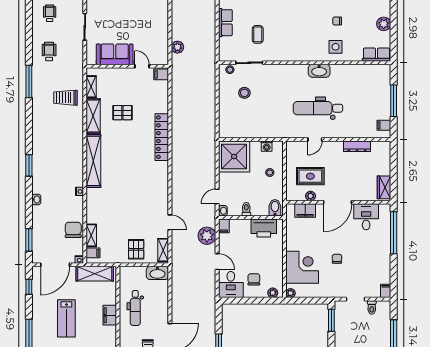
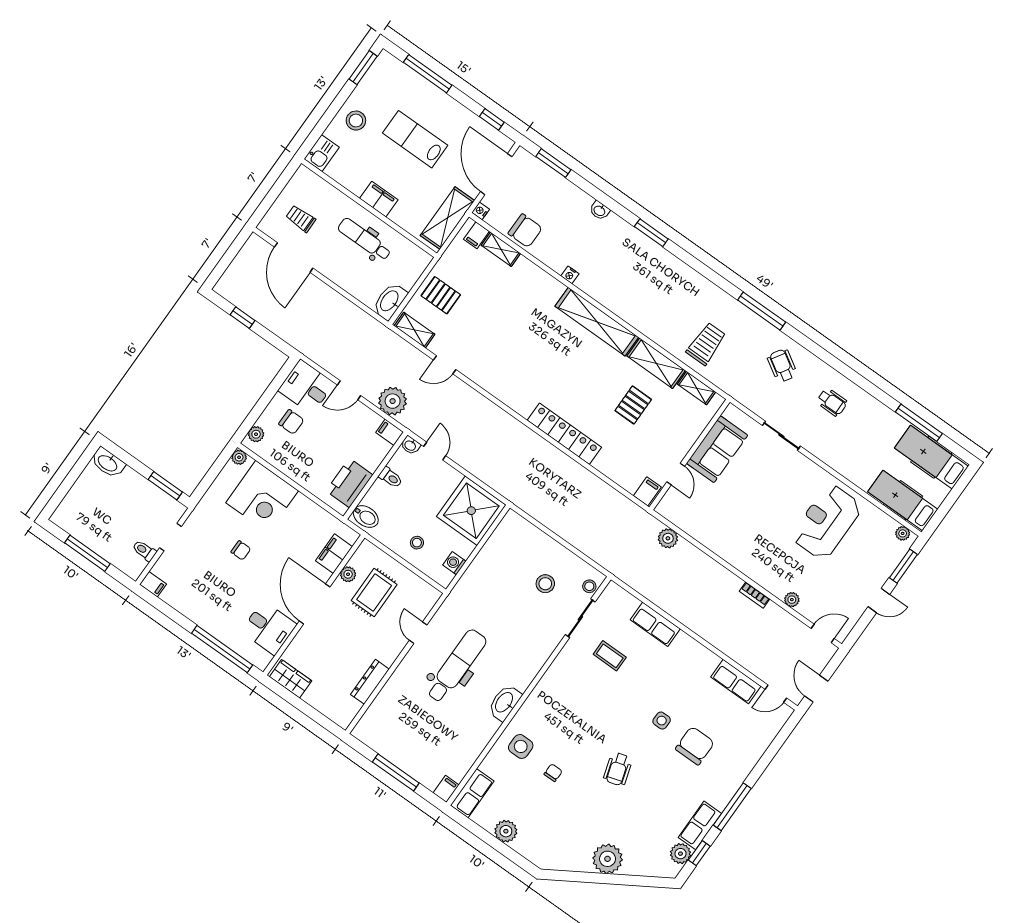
wheelchair: (49, 51) -> (782, 366), turned -148
door: (142, 66) -> (676, 474), hinge flipped
filing cabinet: (384, 125) -> (446, 789), moved

